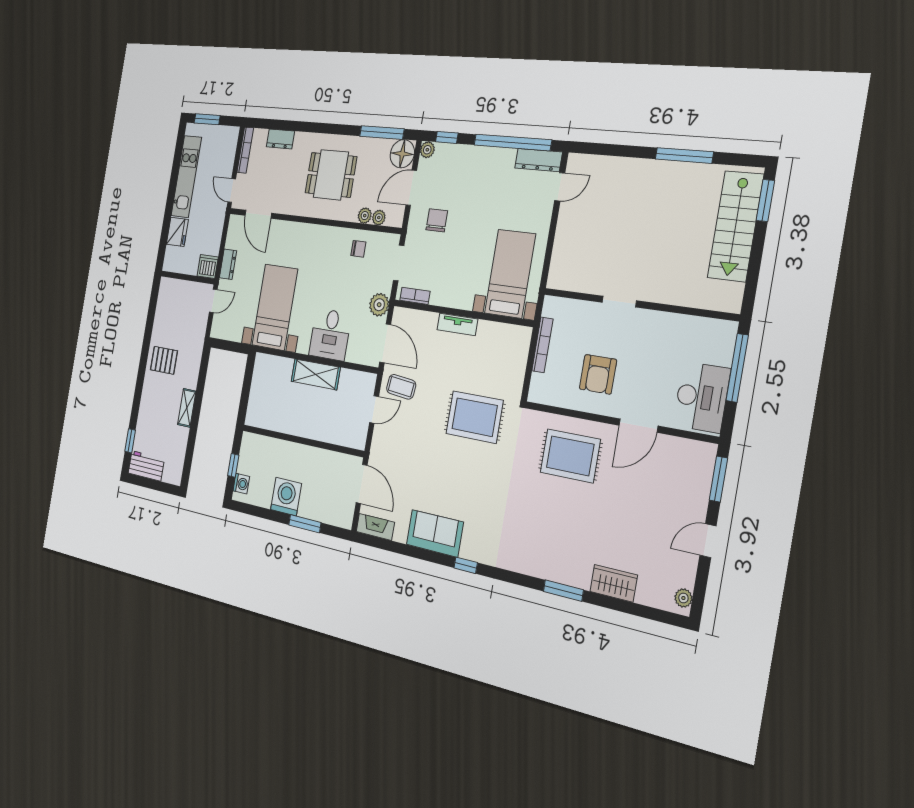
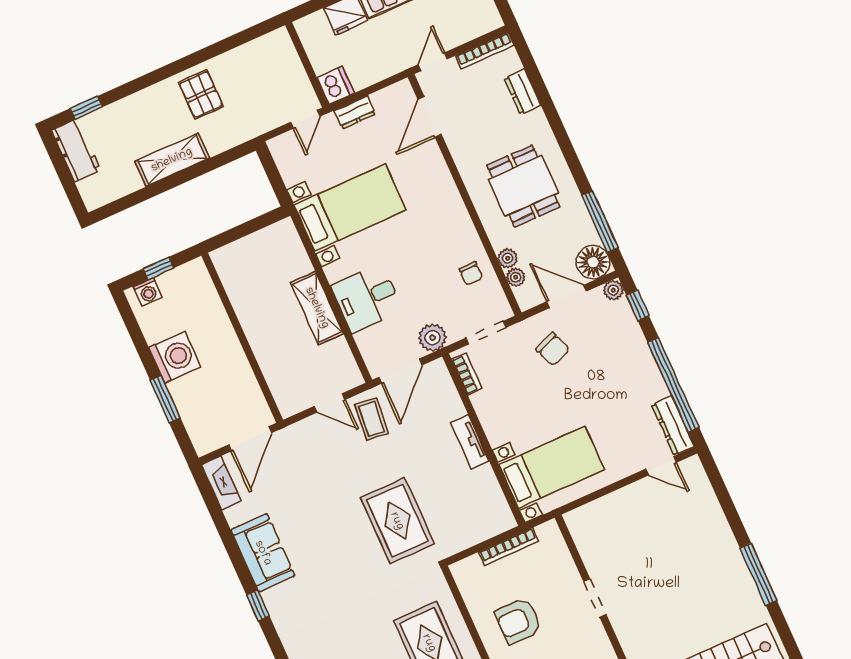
chair: (437, 220) -> (553, 349), turned 69
door: (213, 301) -> (305, 119), hinge flipped
shelving: (187, 408) -> (172, 160), width x1.50, depth x1.33

